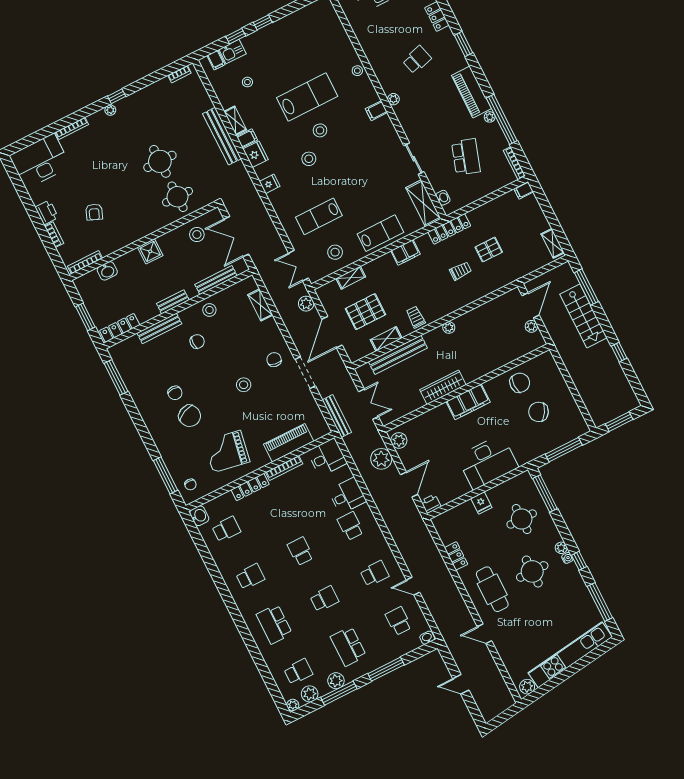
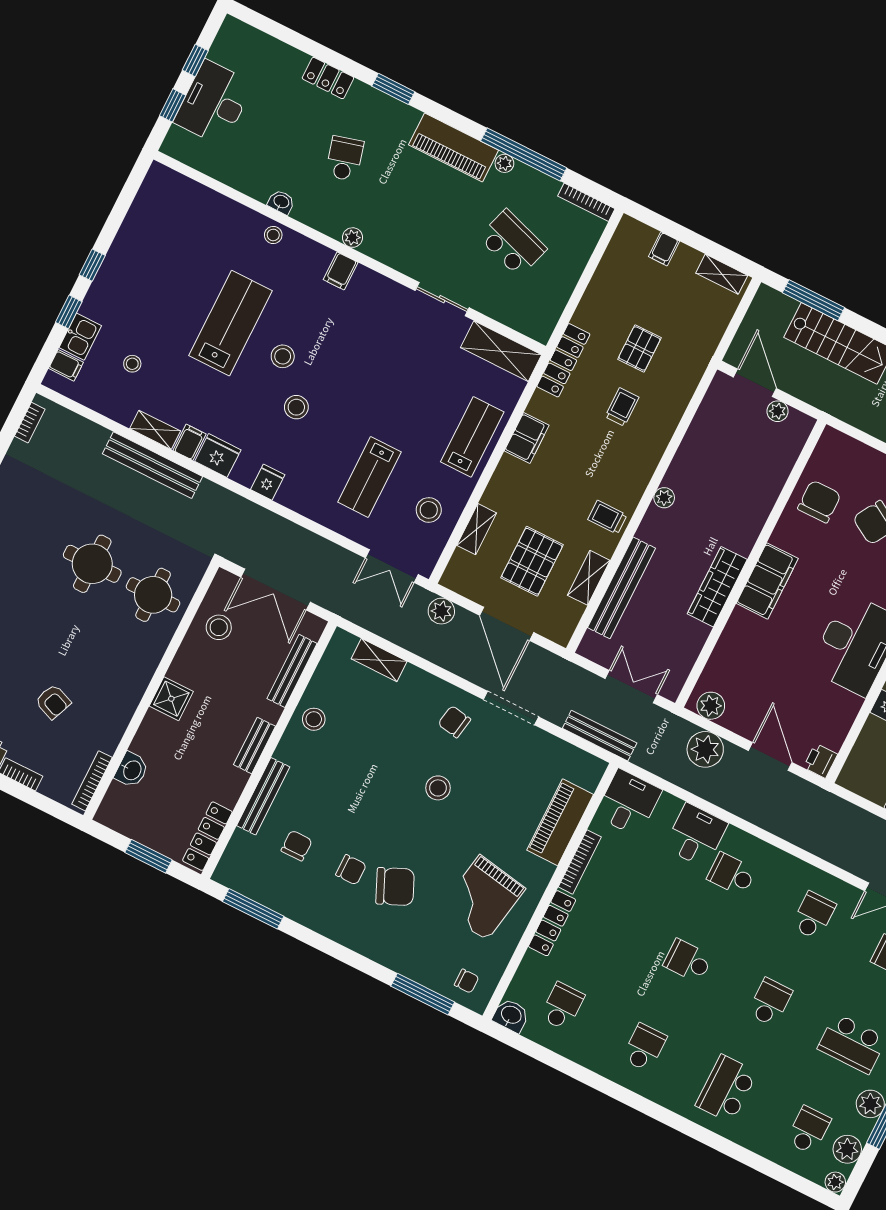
filing cabinet: (524, 190) -> (664, 249), moved
washbasin: (443, 198) -> (281, 202), moved
chair: (197, 341) -> (297, 846), moved
school desk: (274, 624) -> (726, 1089), turned 90

